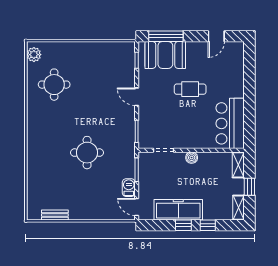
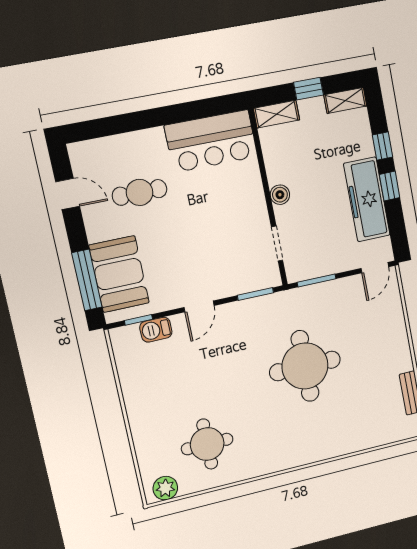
cafe table: (190, 89) -> (140, 192), moved, turned 90
round table: (87, 153) -> (305, 366), width x1.36, depth x1.36
barbecue: (129, 188) -> (156, 330), moved

